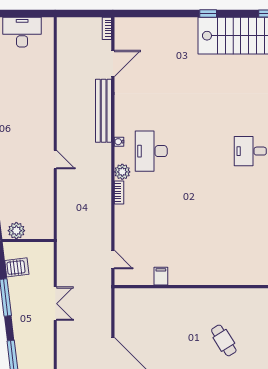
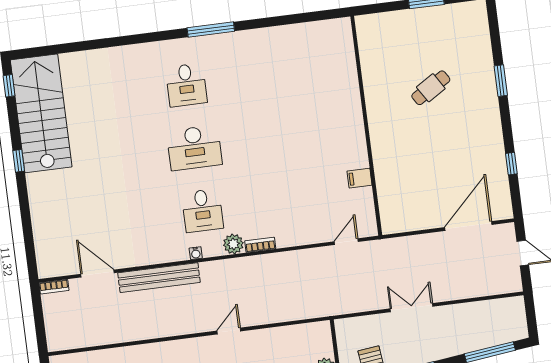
desk: (151, 151) -> (202, 211), width x0.73
desk: (201, 151) -> (194, 148), added

